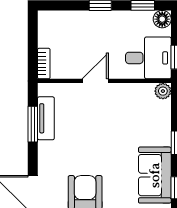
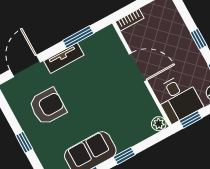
door: (95, 81) -> (138, 67), width x1.38
tv unit: (46, 118) -> (64, 58), moved

